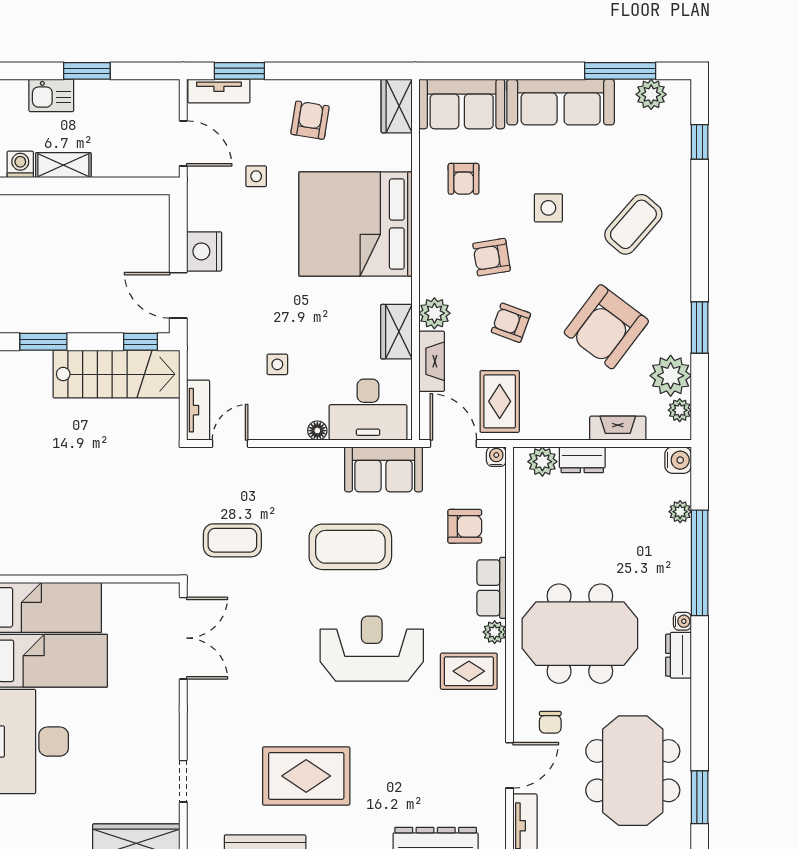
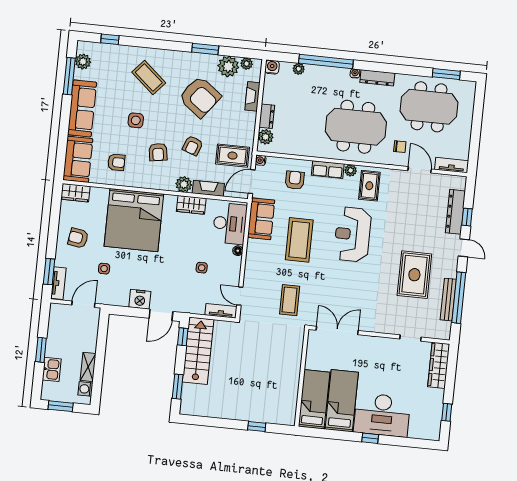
meeting table: (580, 634) -> (356, 127), turned 90
dresser: (678, 655) -> (377, 78), width x1.44

